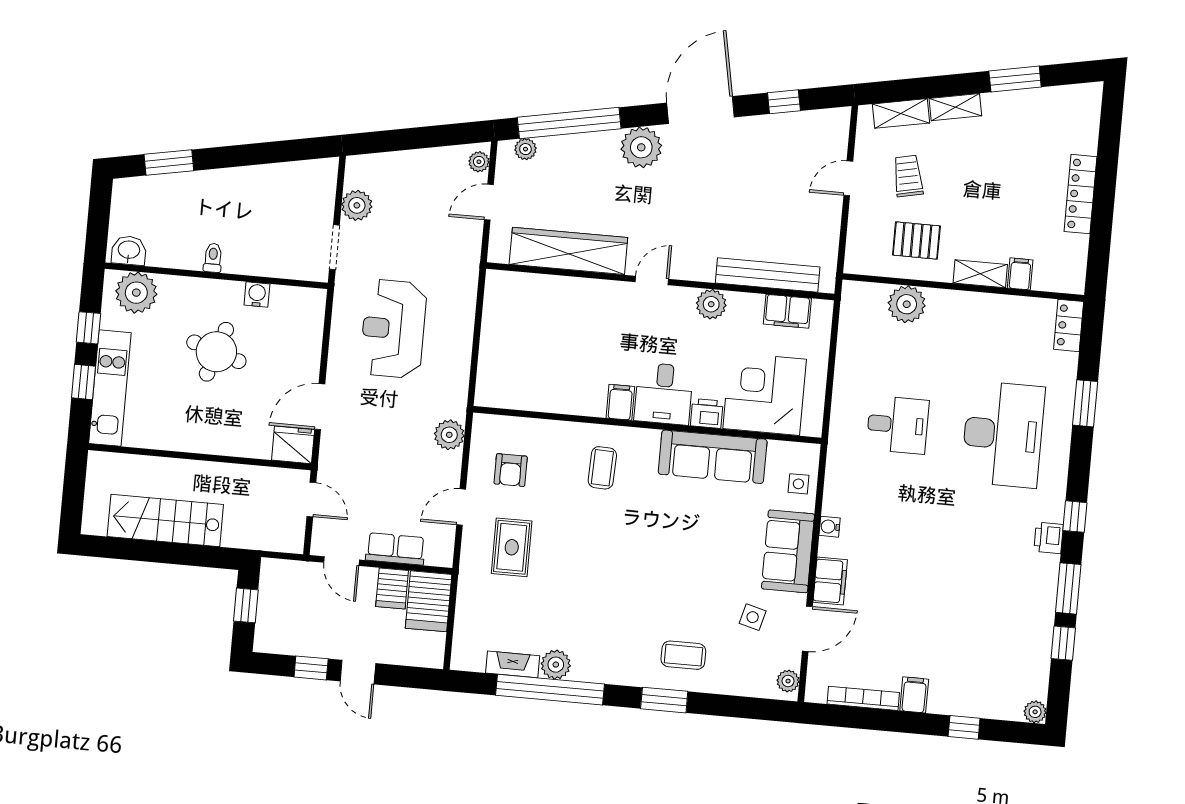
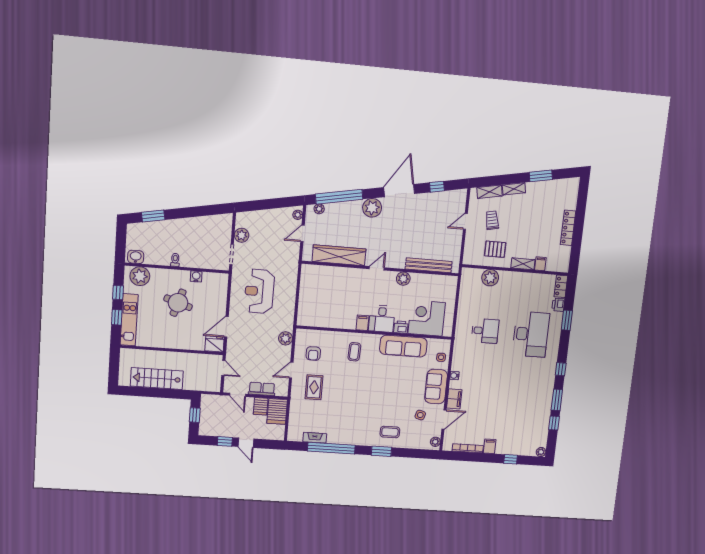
filing cabinet: (787, 311) -> (437, 281), removed
printer: (1049, 538) -> (558, 305), moved
plant: (556, 665) -> (334, 437), removed

